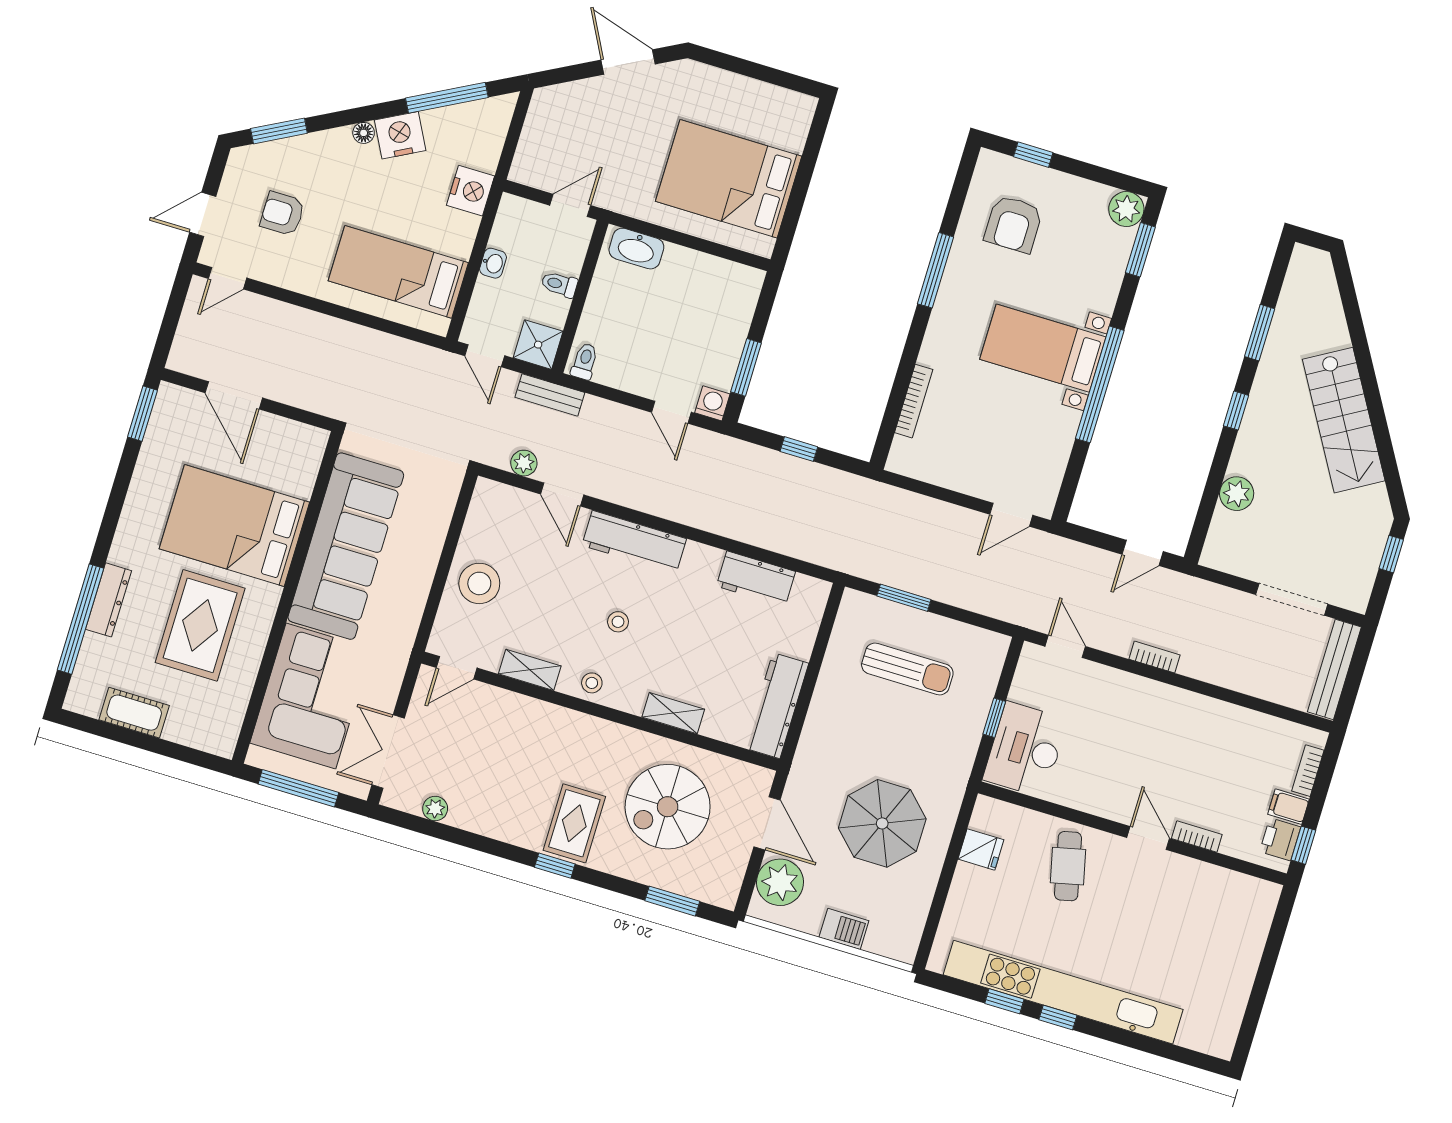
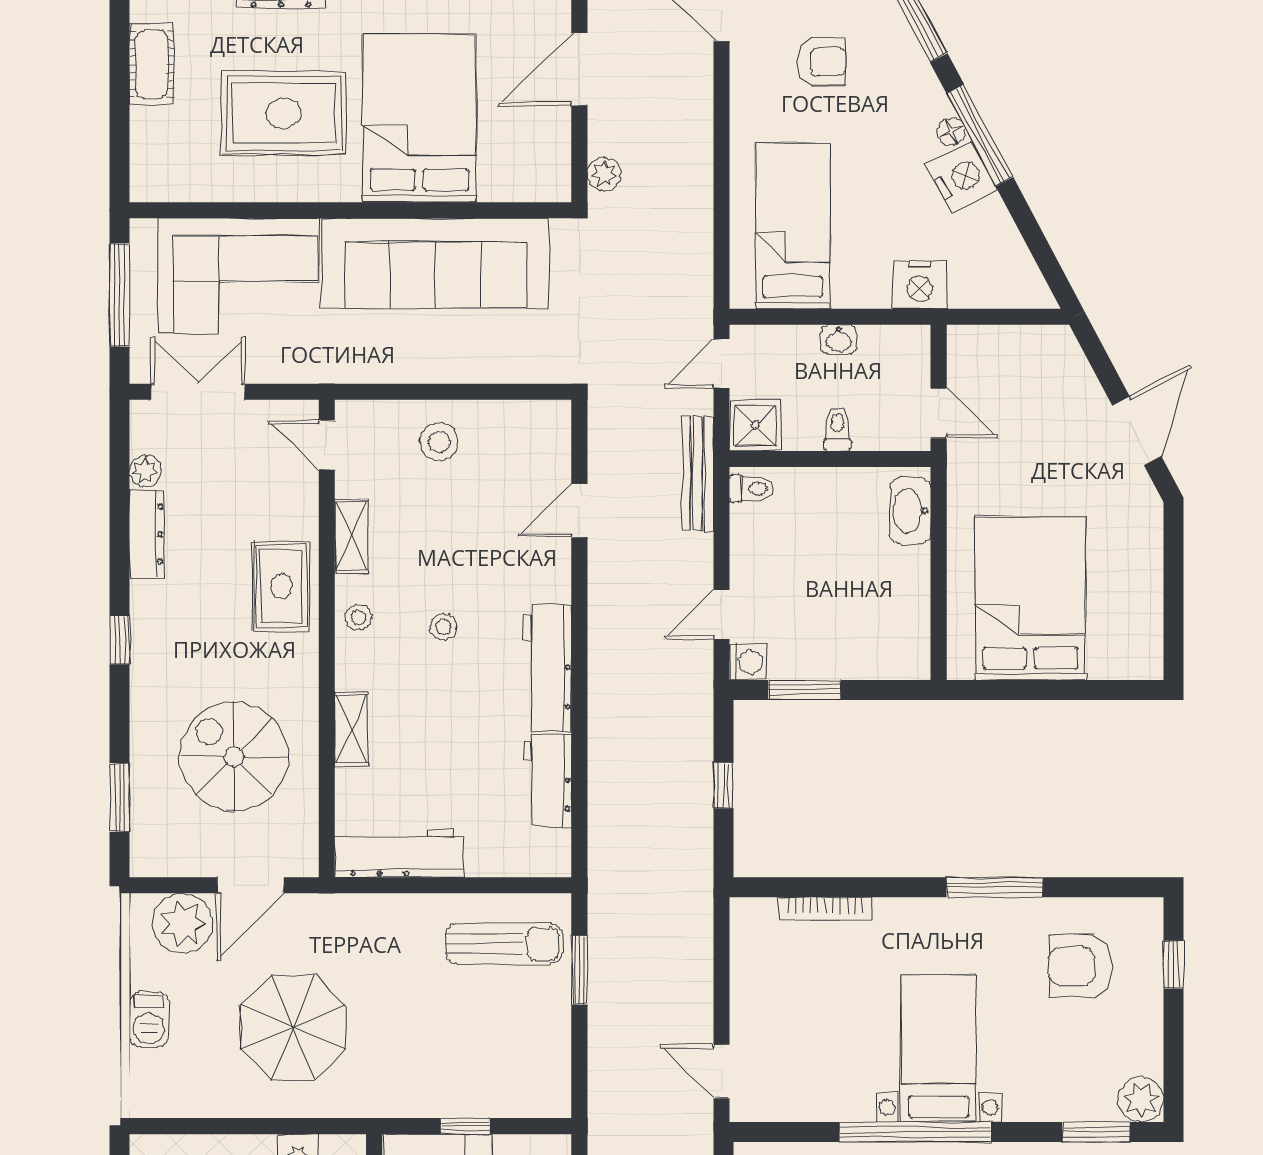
window: (447, 98) -> (980, 135), moved
armchair: (282, 214) -> (822, 61), turned 90
bench: (550, 395) -> (698, 474), width x1.36
plant: (524, 463) -> (604, 174), moved
workbench: (634, 542) -> (548, 668), moved
stool: (479, 583) -> (439, 442), width x0.73, depth x0.73
sun lounger: (907, 669) -> (504, 944), moved, turned -90
dresser: (482, 822) -> (147, 534), added
rug: (574, 823) -> (282, 586), moved, turned 90

